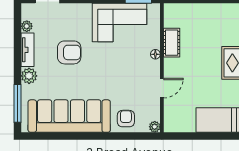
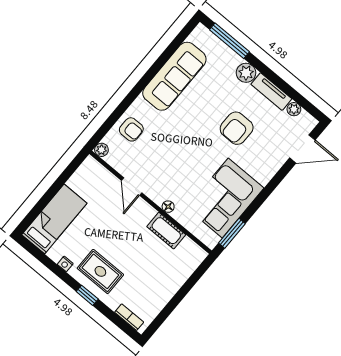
sofa: (69, 116) -> (174, 76), width x0.74, depth x0.79

